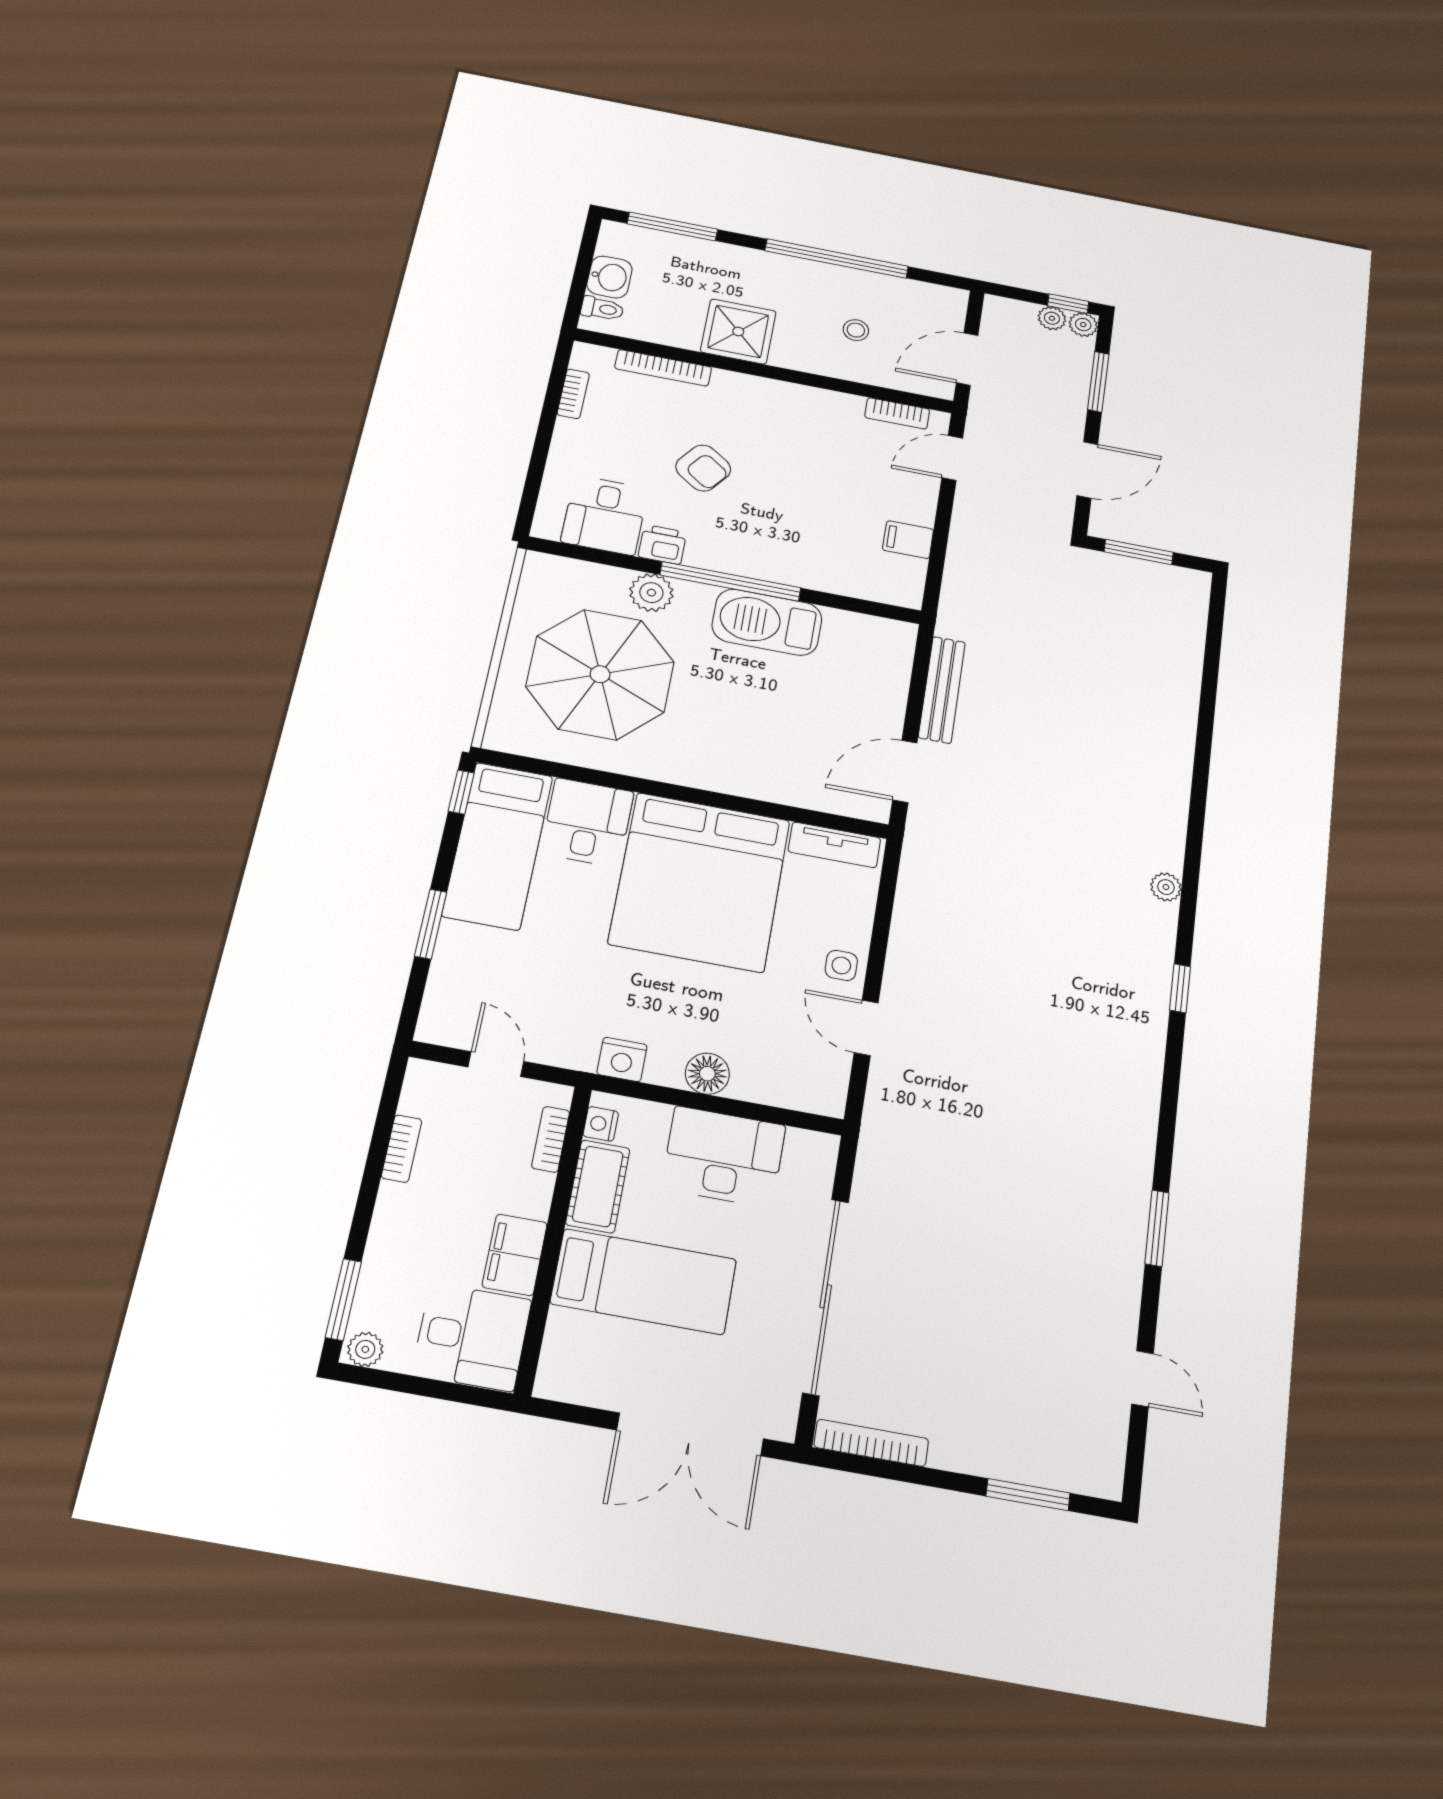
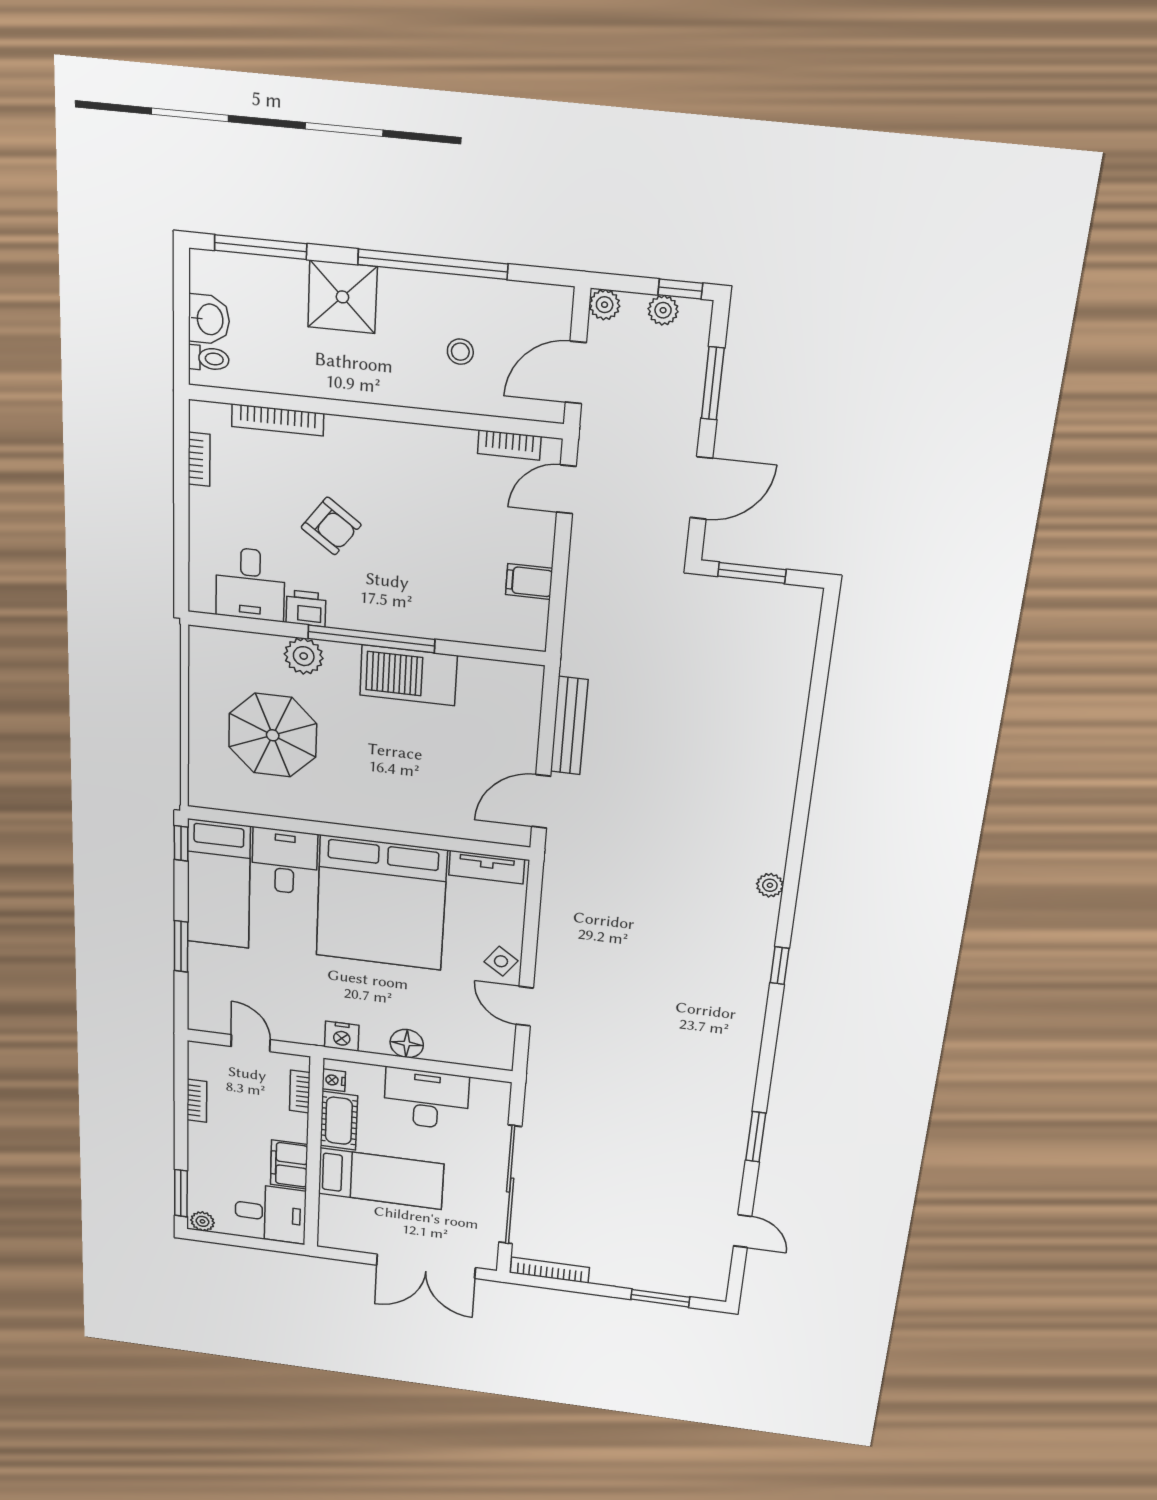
plant: (1083, 325) -> (605, 305), moved
shower: (738, 331) -> (342, 297), moved
parasol: (600, 674) -> (273, 735), width x0.73, depth x0.73
side table: (841, 965) -> (501, 961), turned 35

